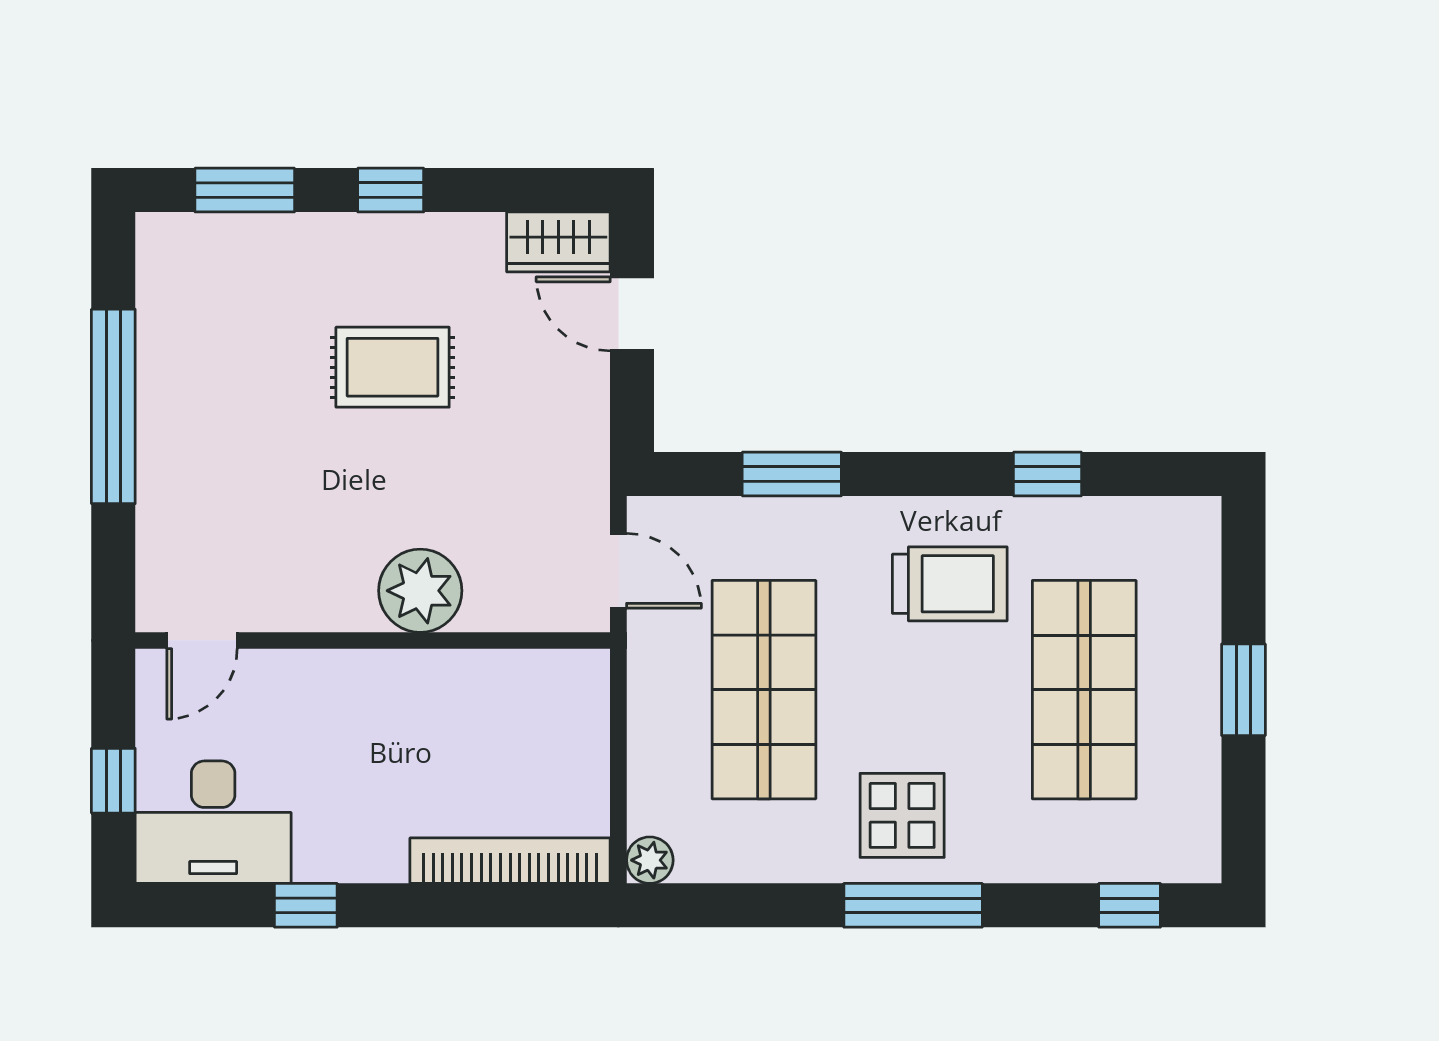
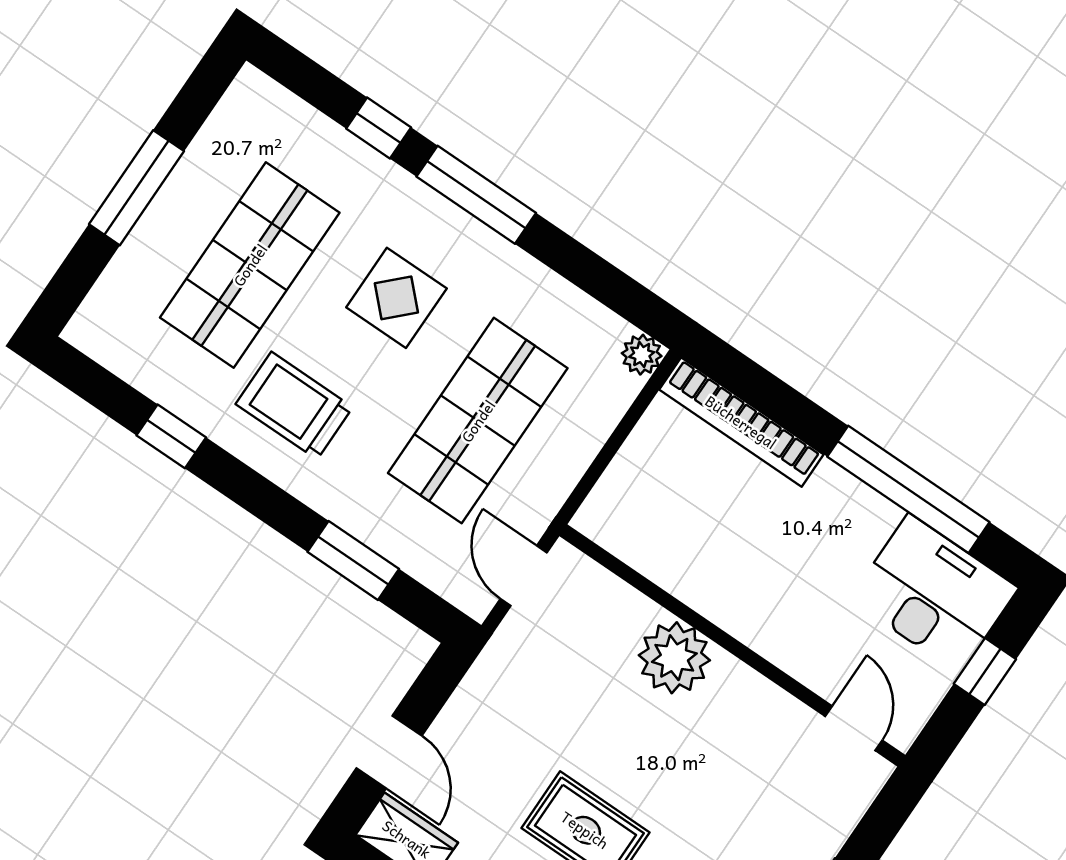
door: (202, 640) -> (854, 728), hinge flipped
window: (1243, 690) -> (137, 188), width x1.44
display table: (902, 815) -> (396, 298), moved
window: (306, 905) -> (908, 489), width x3.17
window: (1130, 905) -> (379, 128), moved

